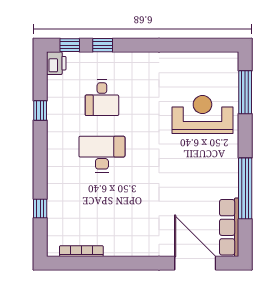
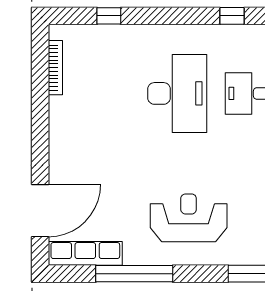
reception desk: (202, 114) -> (189, 218), moved, turned -90
desk: (102, 154) -> (177, 93), width x1.36, depth x1.30

